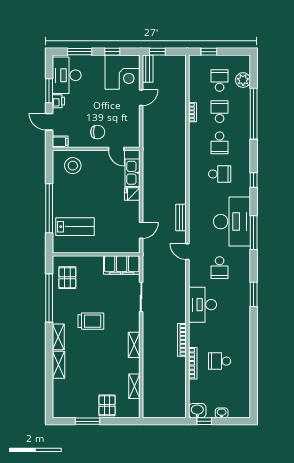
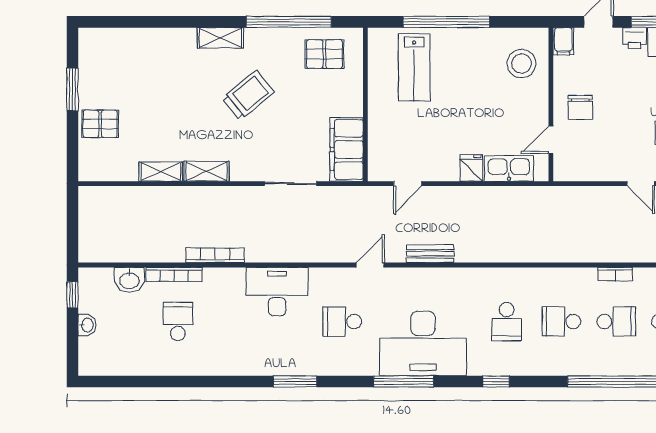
door: (141, 230) -> (408, 184), hinge flipped
trolley: (91, 321) -> (248, 95), turned -129
shelving: (58, 365) -> (172, 38), removed
shelving: (134, 386) -> (161, 172), moved
washbasin: (197, 411) -> (129, 280), moved, turned 90

